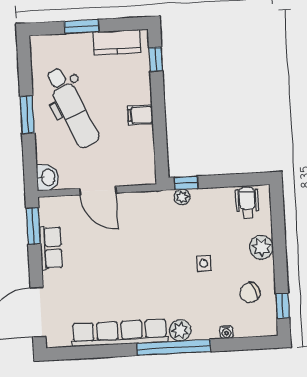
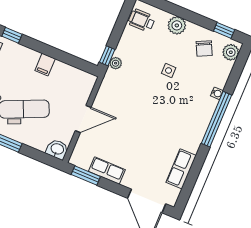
plant: (180, 330) -> (231, 52), moved
water cooler: (226, 332) -> (217, 93), moved
row of seats: (120, 333) -> (181, 169), width x0.50

